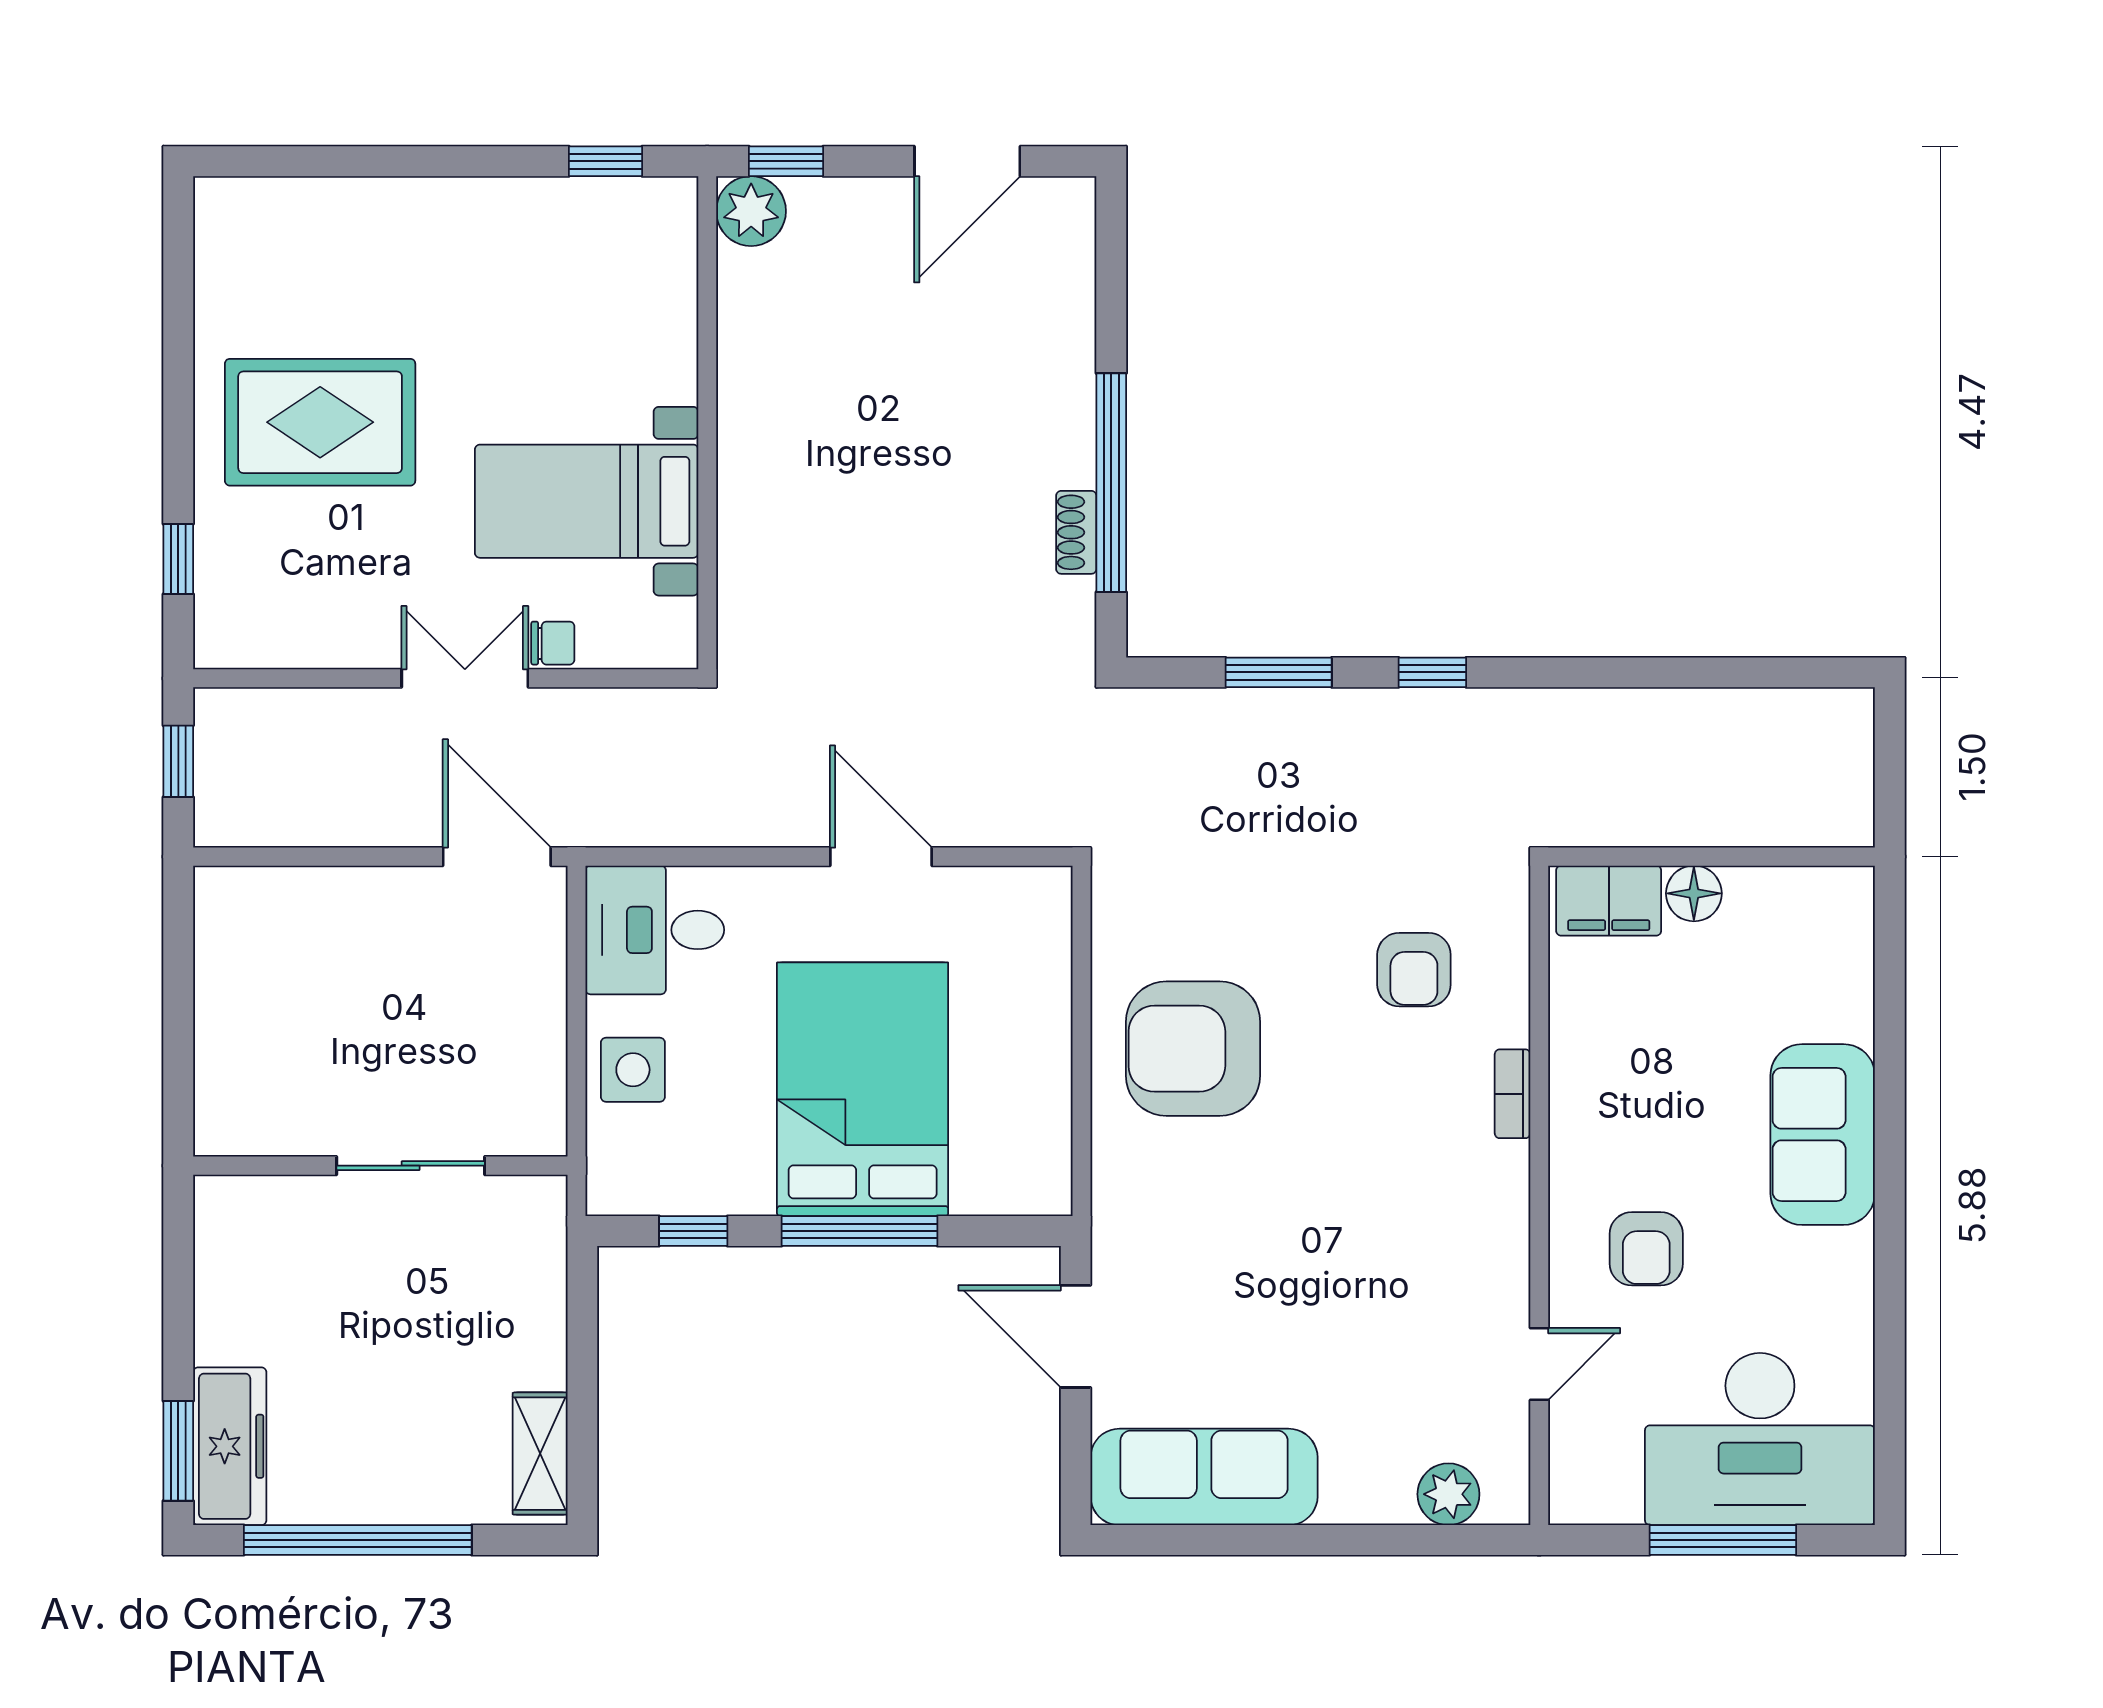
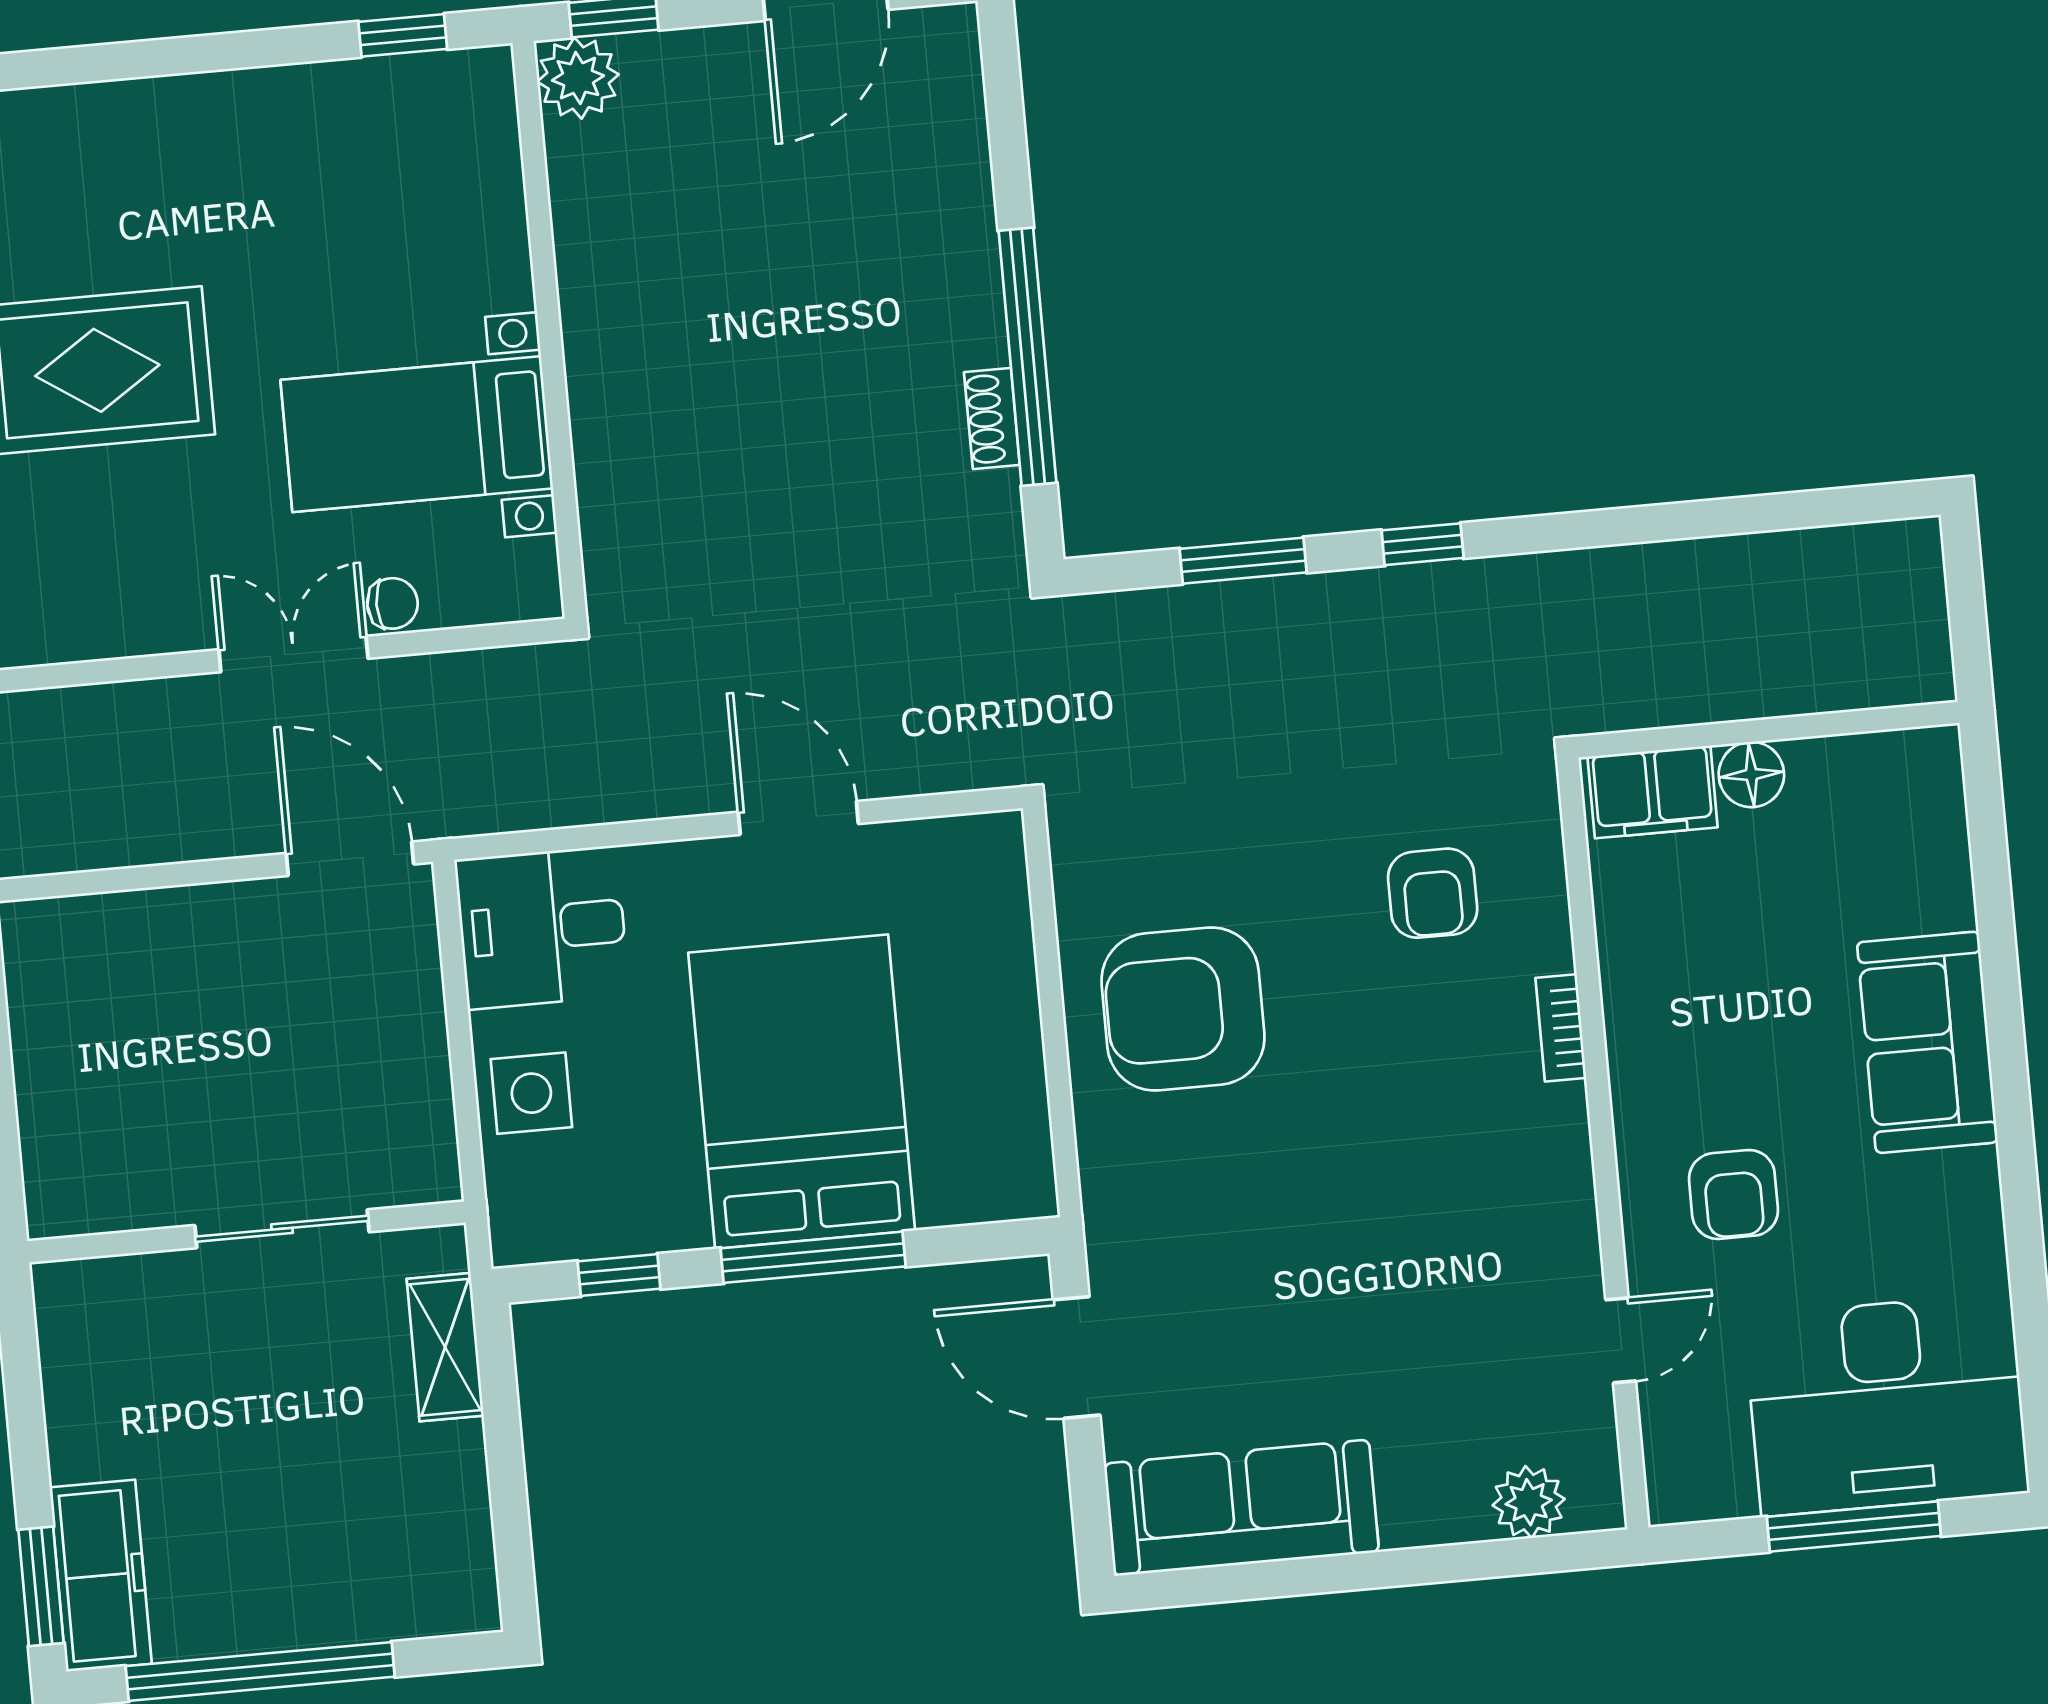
shelving: (540, 1454) -> (445, 1347), moved

